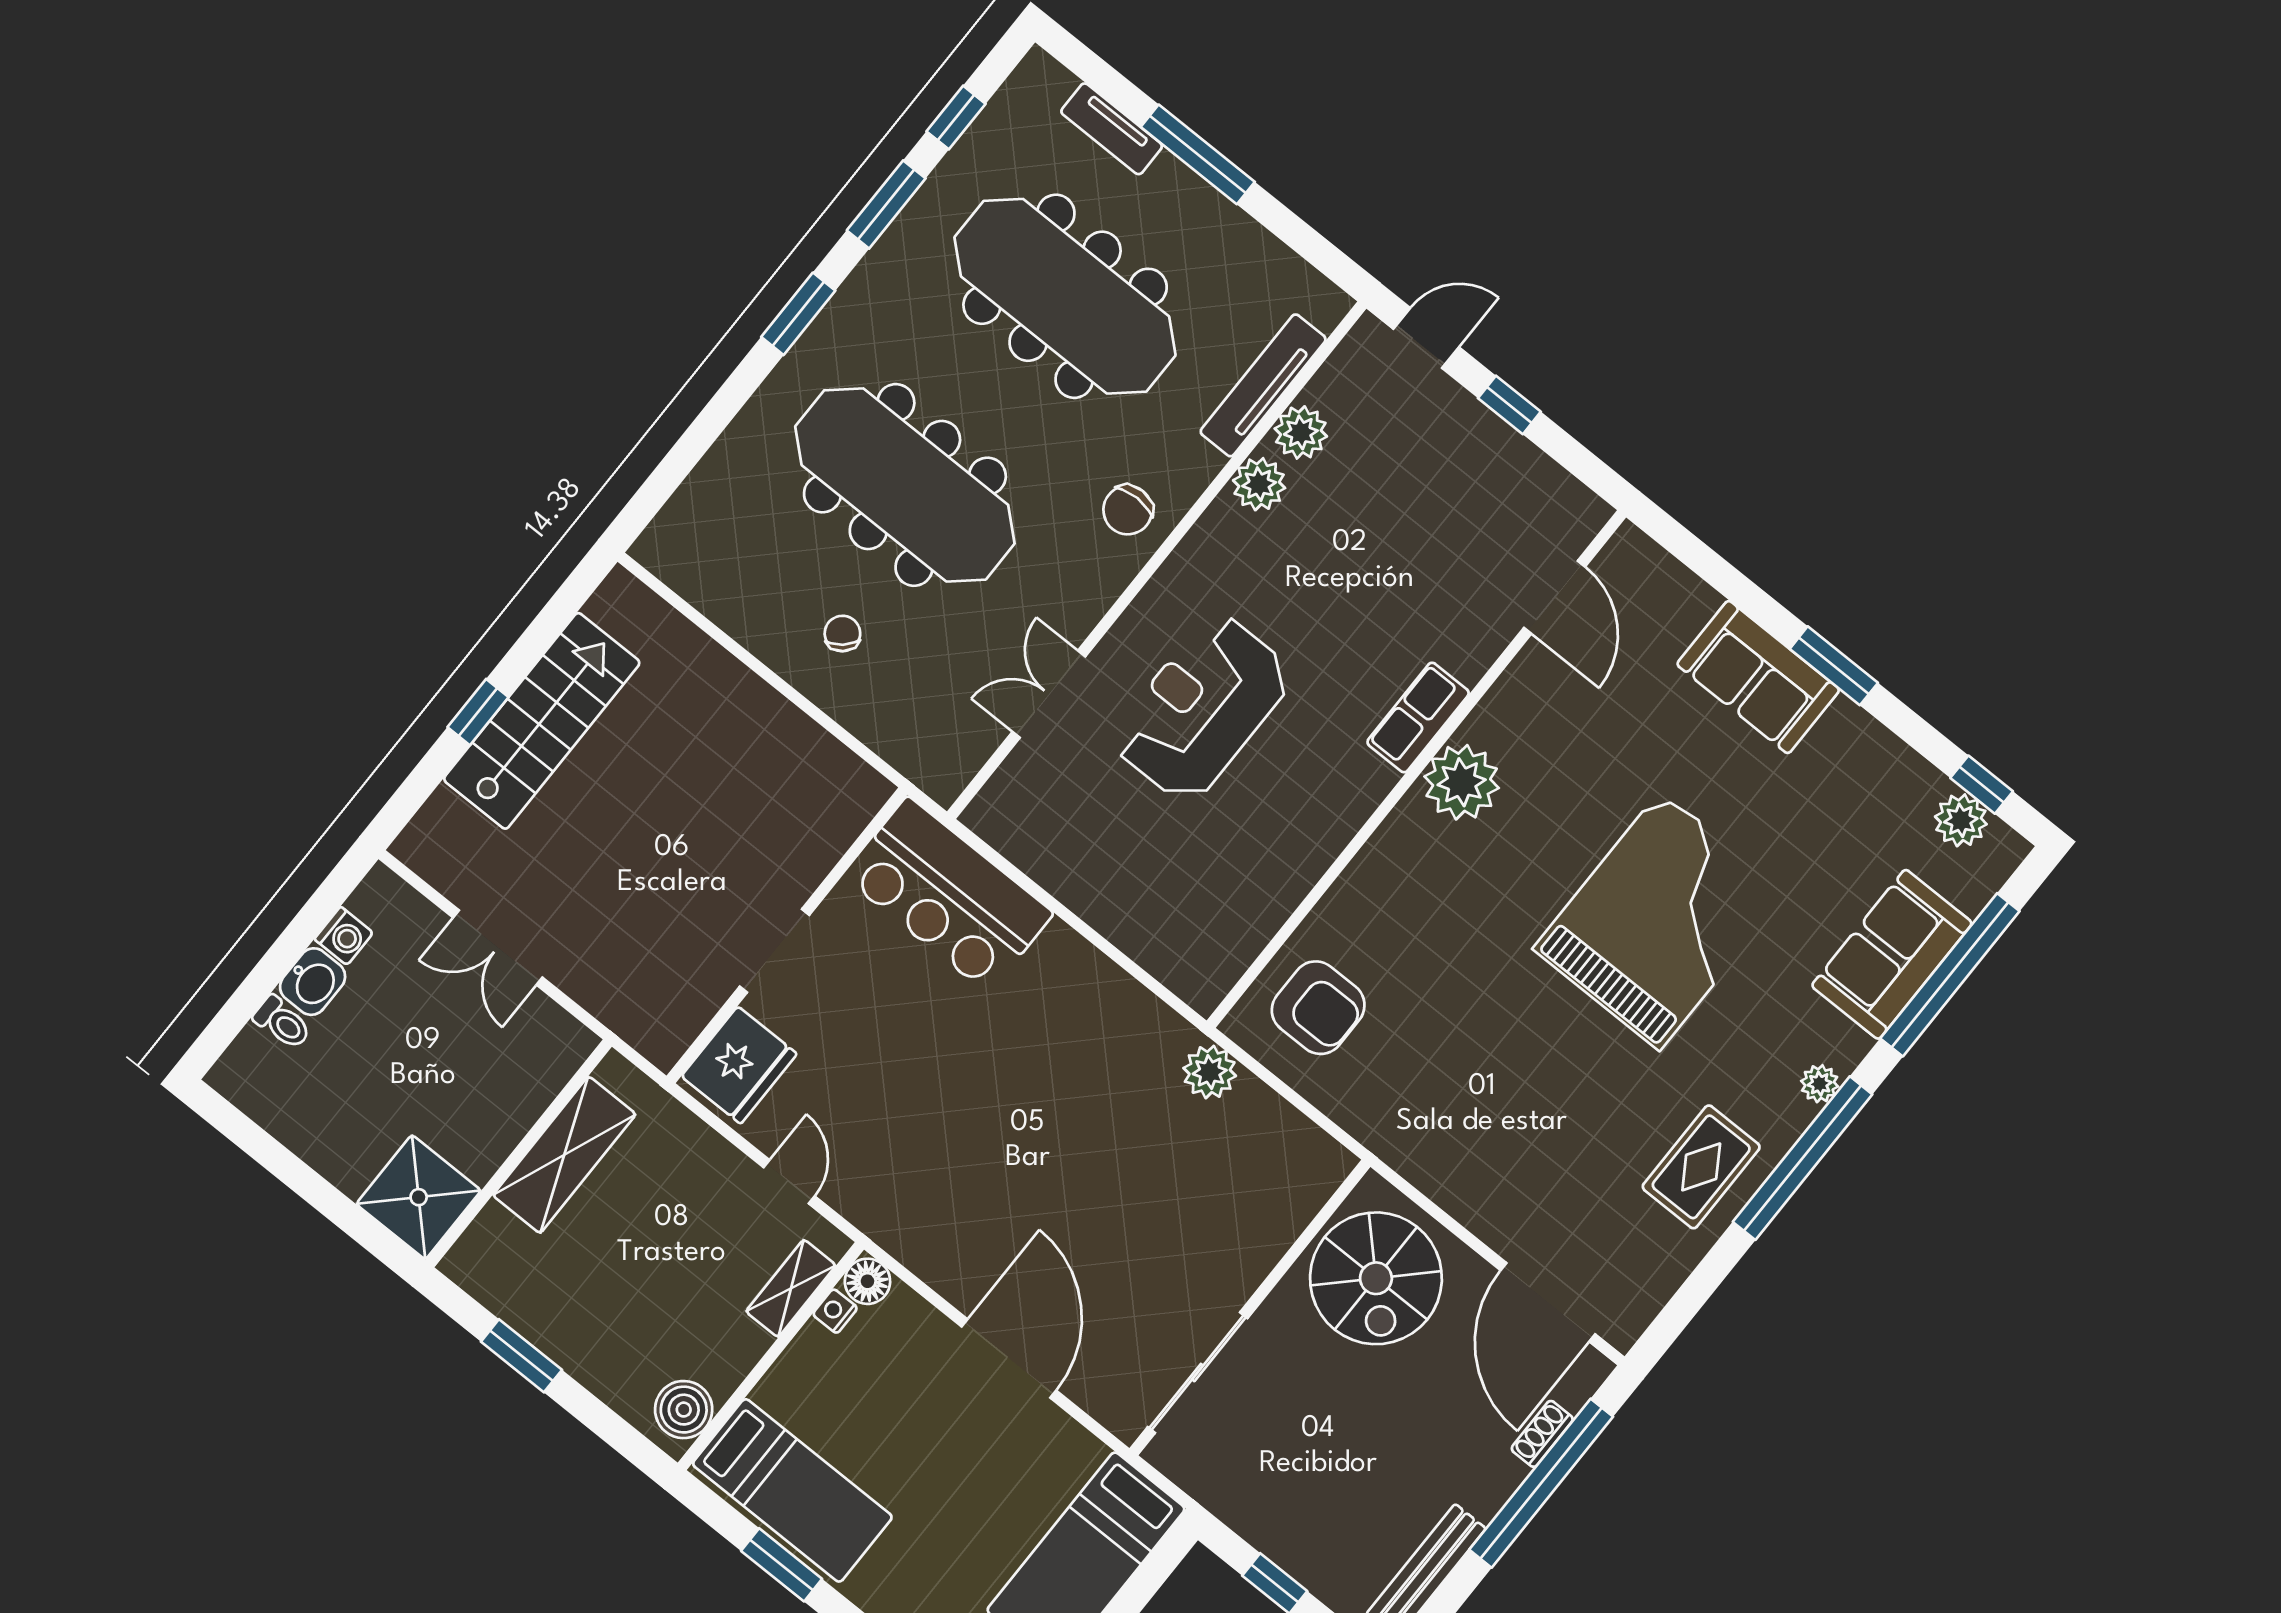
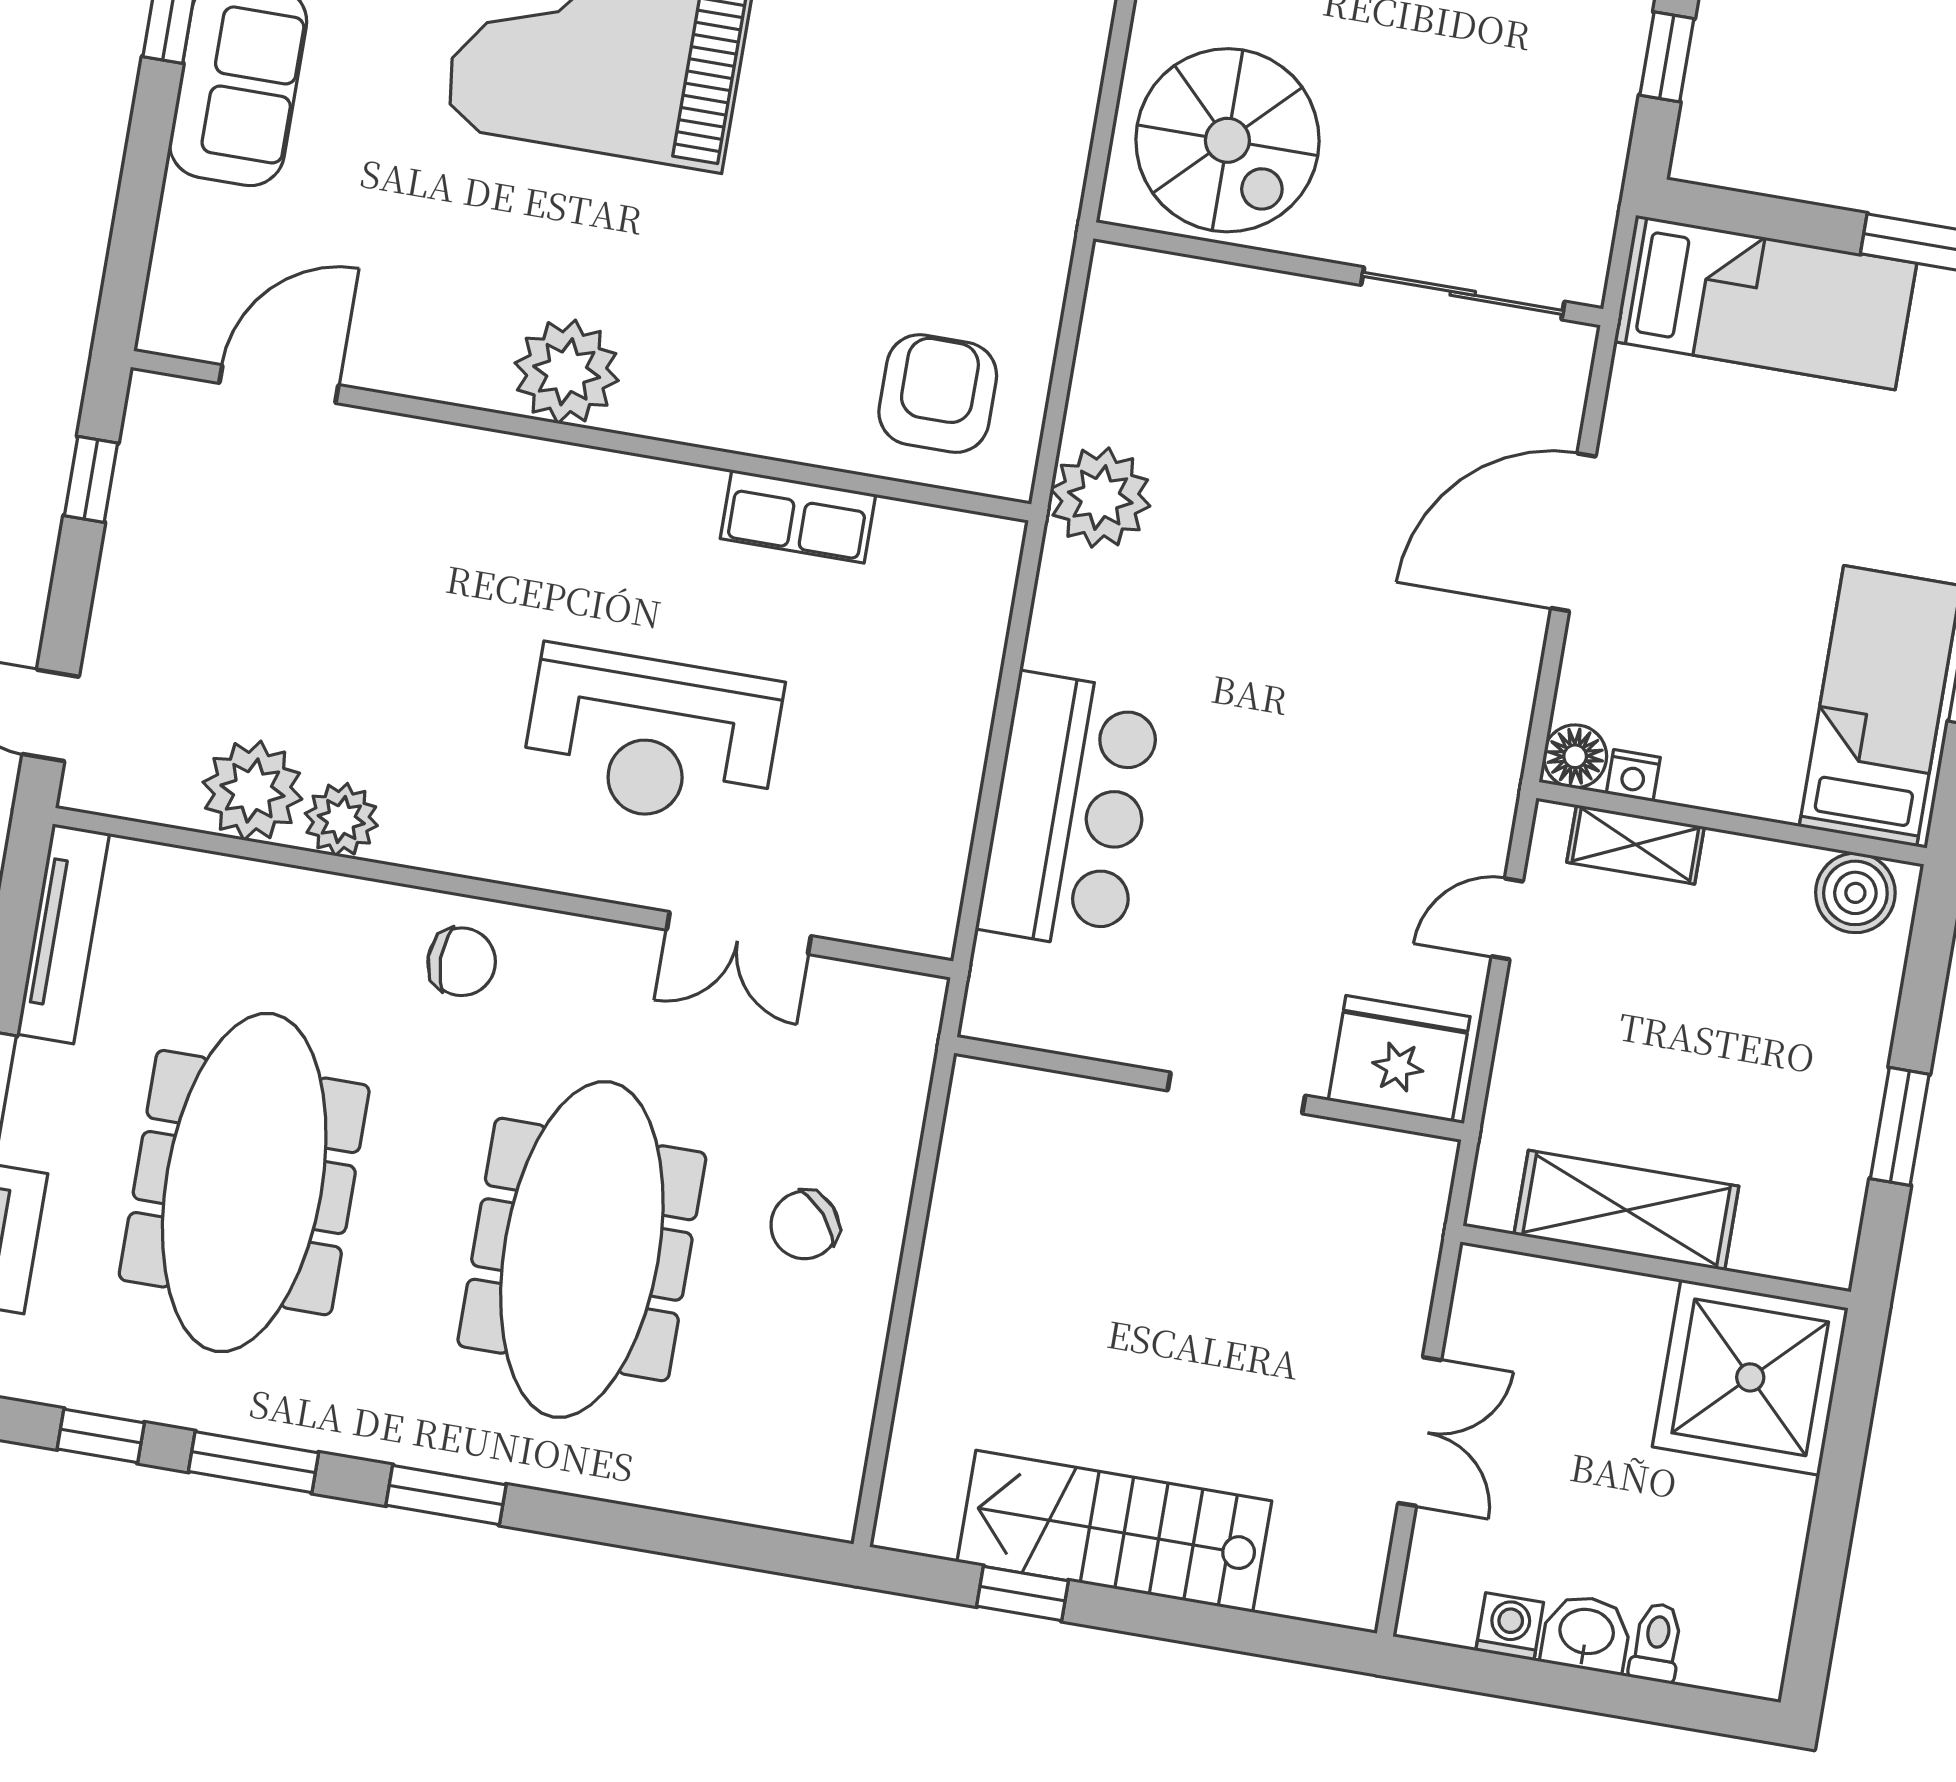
tv unit: (1263, 385) -> (63, 934), moved, turned -90
window: (1509, 405) -> (91, 479), moved
plant: (1301, 432) -> (252, 791), width x1.36, depth x1.36
chair: (842, 633) -> (805, 1225), width x1.37, depth x1.37
window: (478, 712) -> (1023, 1594), moved
row of seats: (1418, 718) -> (798, 516), moved
bar counter: (948, 895) -> (1069, 812), moved
plant: (1210, 1072) -> (1100, 497), width x1.36, depth x1.36
shower: (419, 1197) -> (1750, 1377), width x1.37, depth x1.37
spiral stairs: (1376, 1278) -> (1227, 140), turned 90

